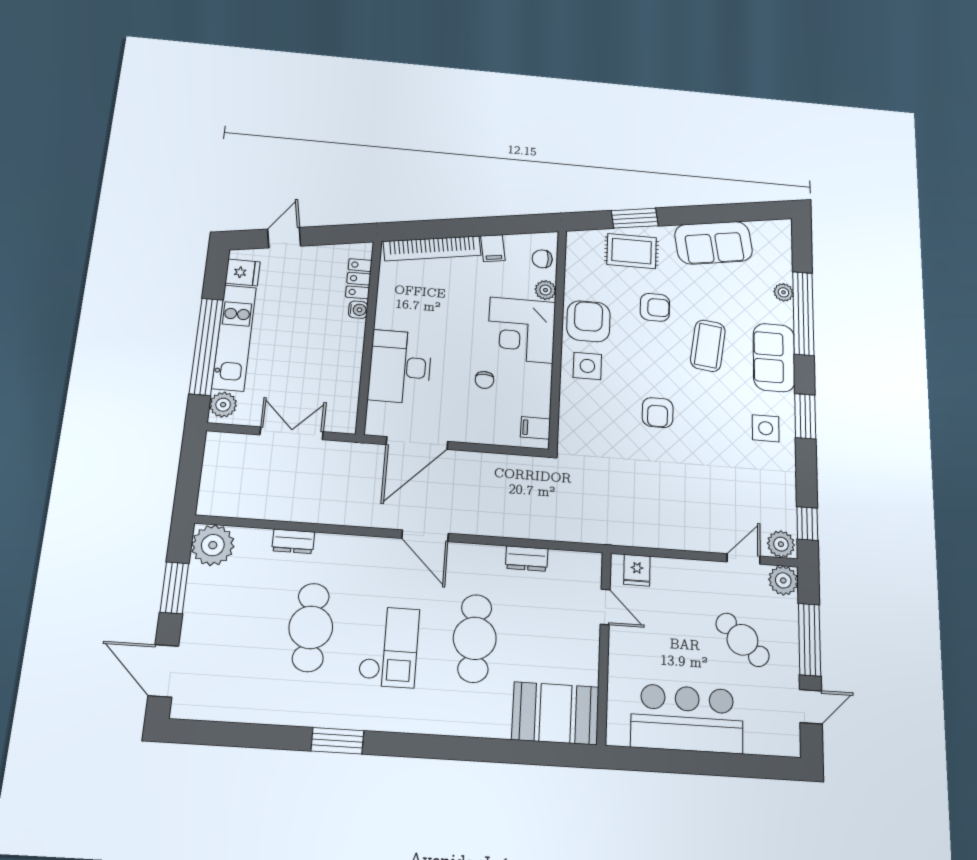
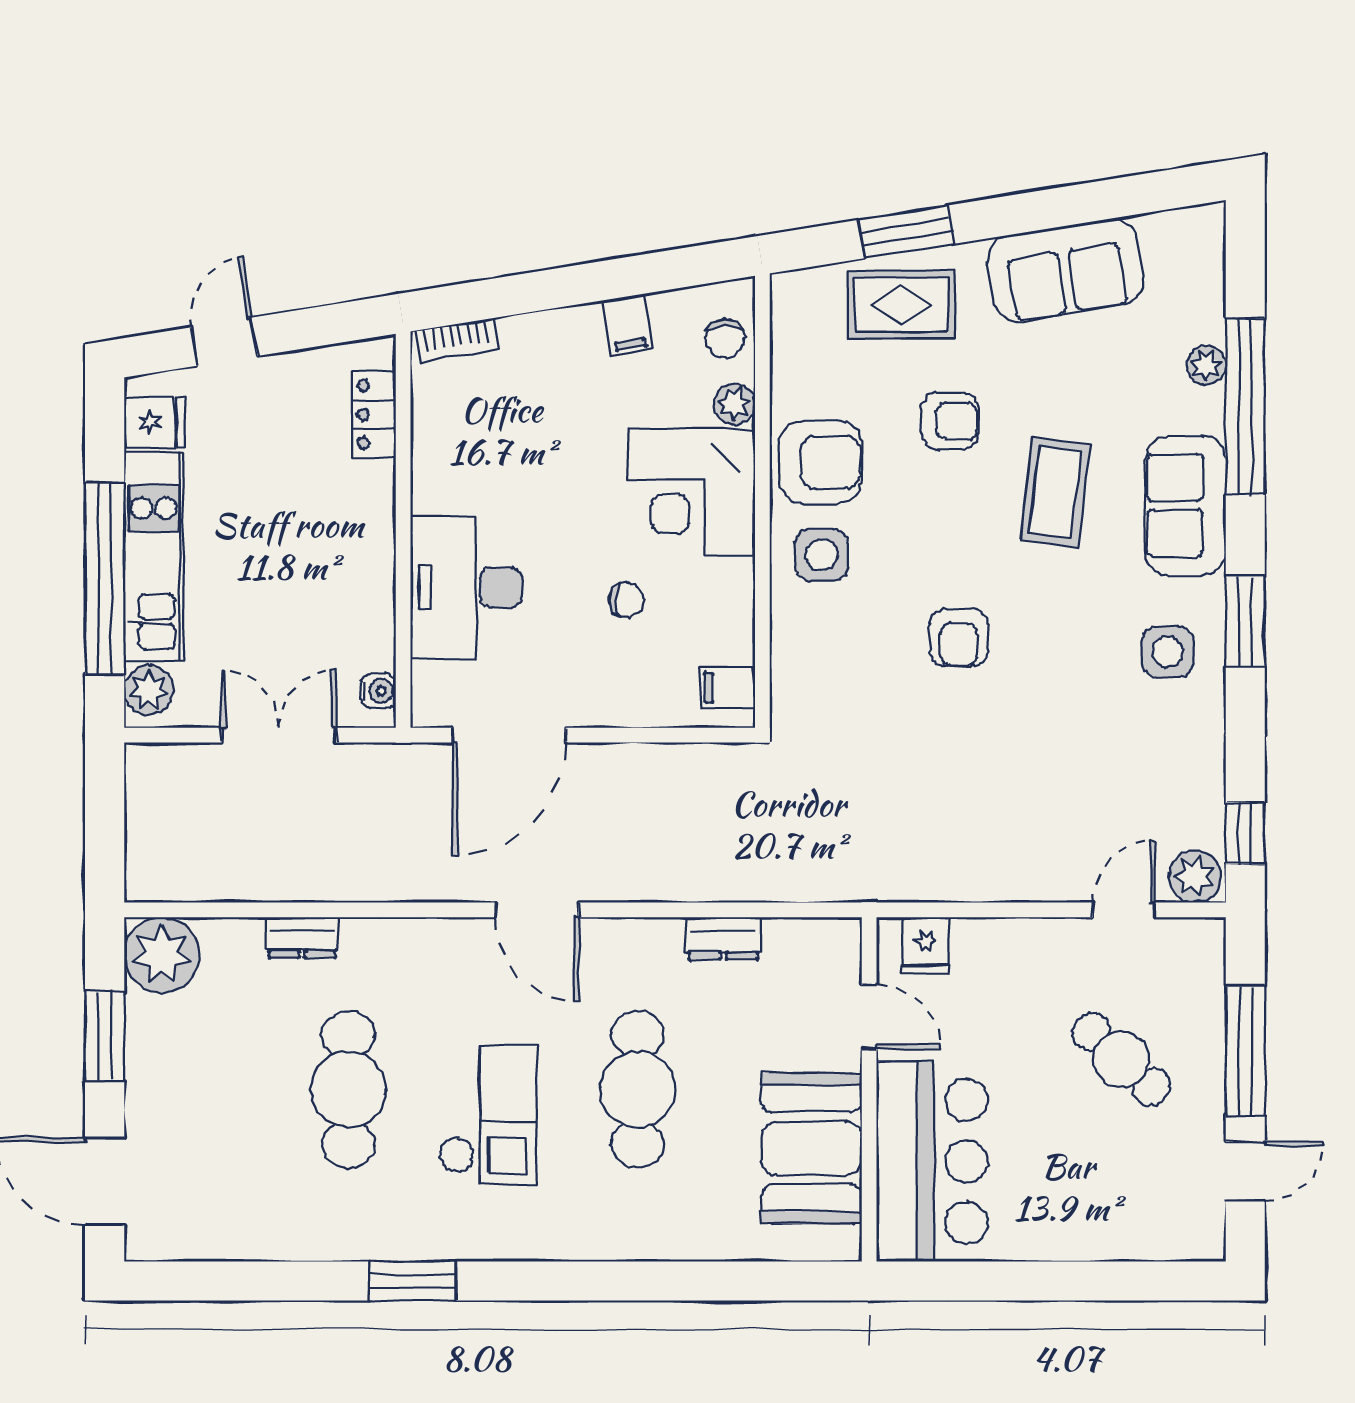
bookcase: (432, 248) -> (457, 340), width x0.43, depth x0.76
chair: (542, 259) -> (725, 338), turned -90
water cooler: (358, 310) -> (378, 691), moved
armchair: (588, 321) -> (820, 462), turned 90
chair: (484, 380) -> (627, 600), turned -90
plant: (783, 580) -> (1198, 945), removed
booth: (555, 713) -> (812, 1148), moved, turned 90
bar counter: (687, 719) -> (932, 1162), moved, turned 90

